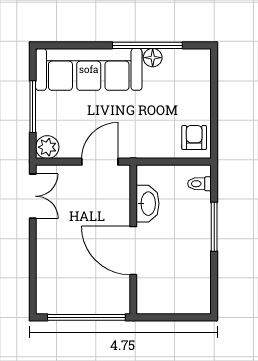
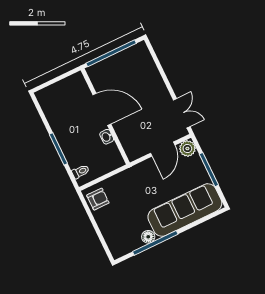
armchair: (194, 138) -> (98, 199), turned -90
door: (100, 162) -> (163, 149), moved
double door: (33, 196) -> (182, 113), swing flipped
washbasin: (148, 204) -> (107, 137), width x0.52, depth x0.69

